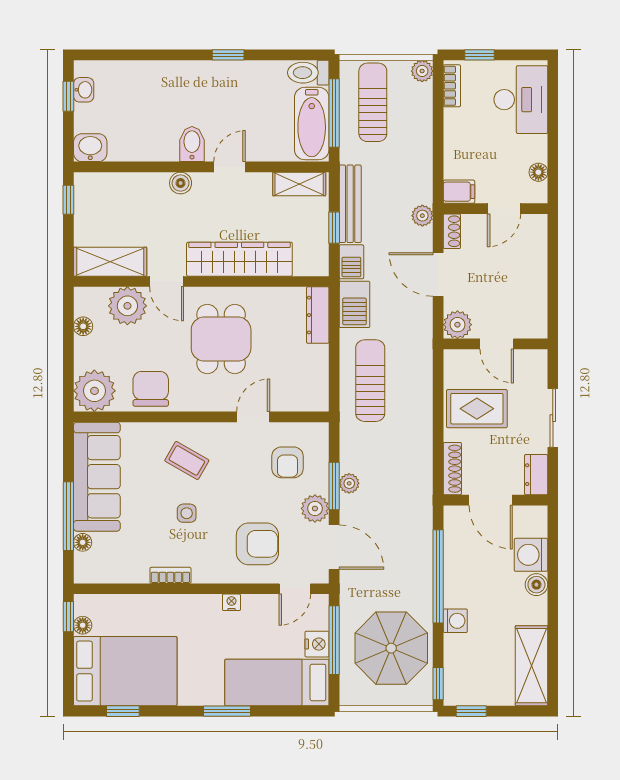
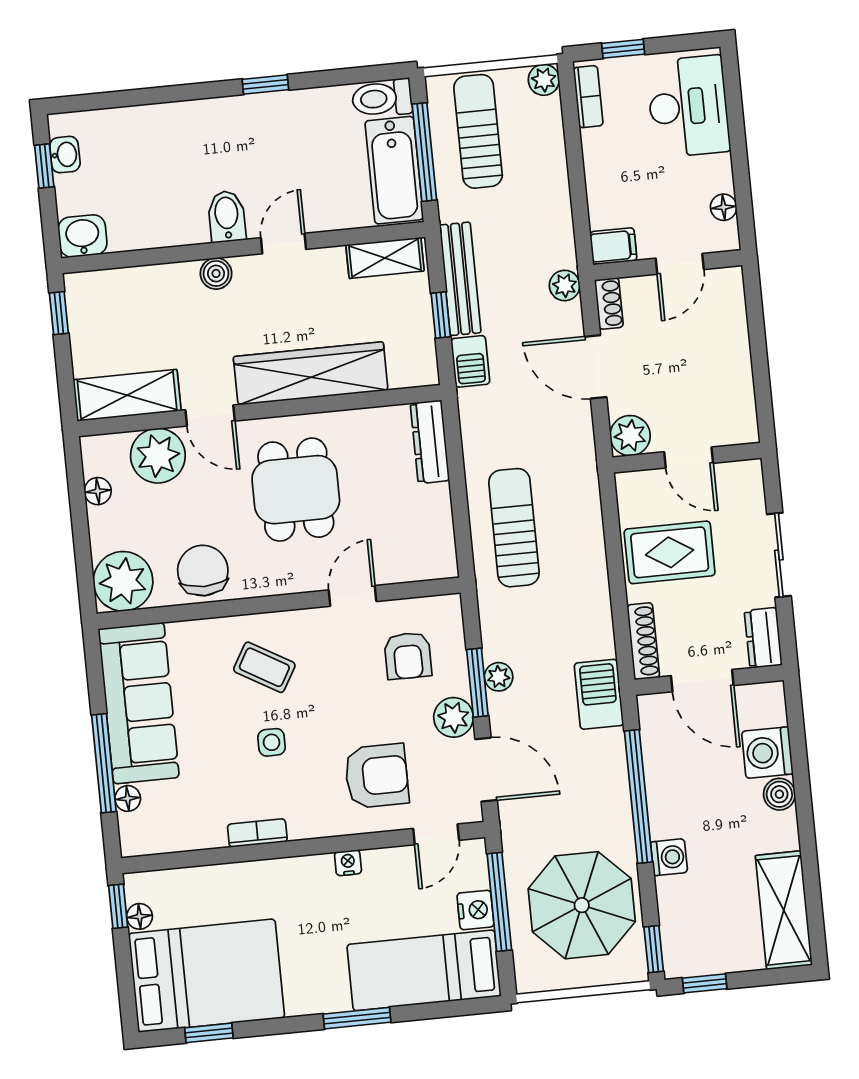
barbecue: (354, 304) -> (599, 694), moved, turned 180

